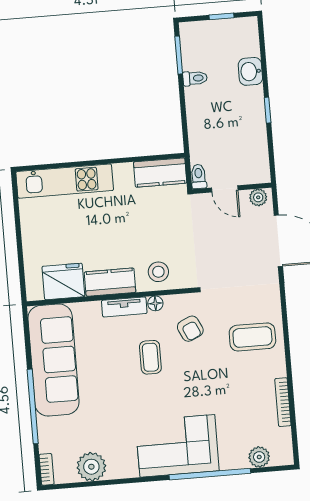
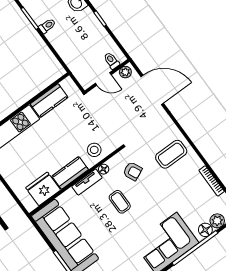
kitchen counter: (160, 173) -> (49, 101), moved
toilet: (199, 176) -> (112, 61), moved
floor lamp: (237, 459) -> (205, 230), added

